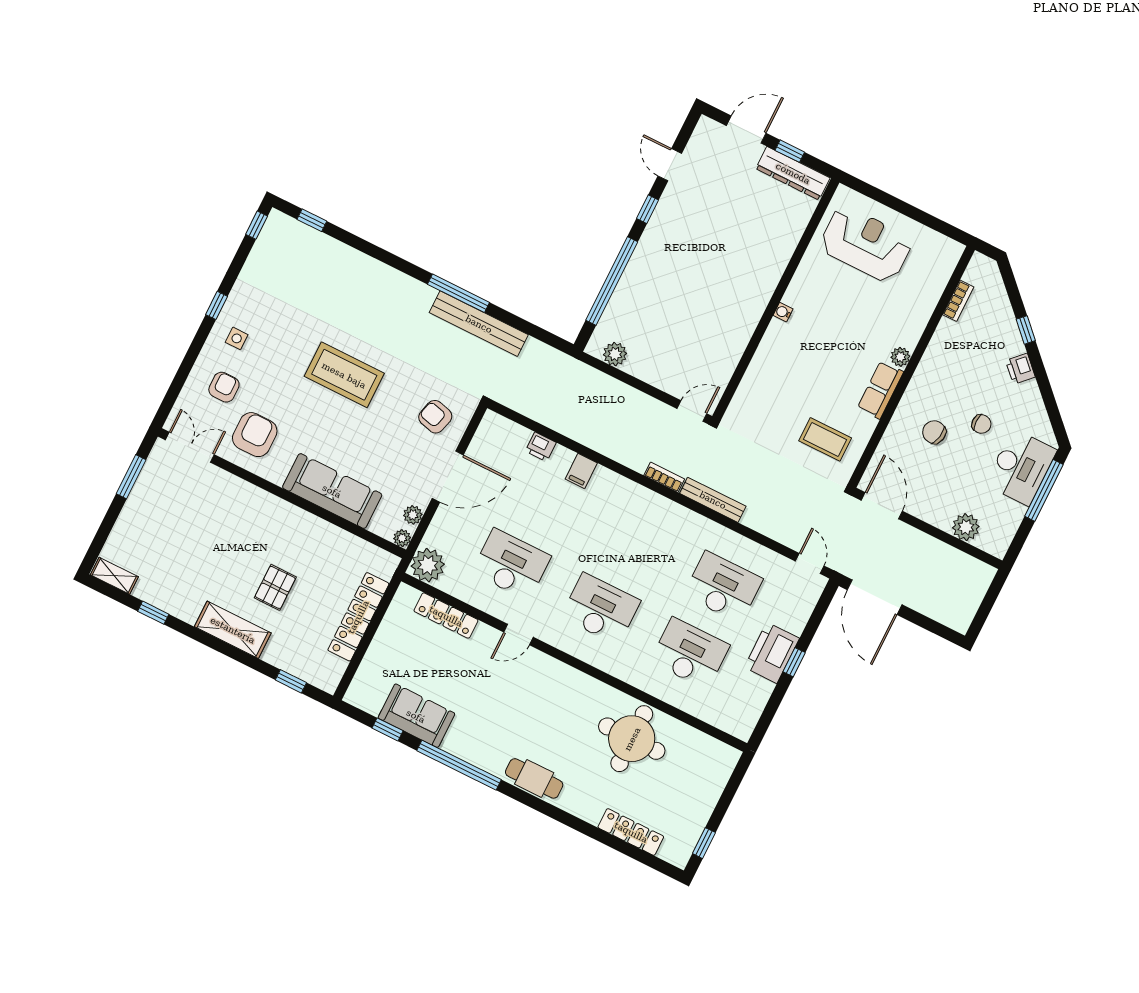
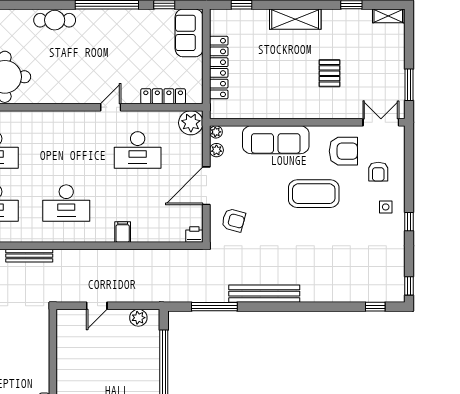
window: (458, 293) -> (214, 307), moved
bench: (479, 324) -> (264, 294), moved
coffee table: (344, 375) -> (314, 194), moved
door: (692, 411) -> (97, 306), moved
armchair: (255, 435) -> (343, 151), turned -90
double door: (190, 447) -> (381, 122), swing flipped
printer: (541, 447) -> (194, 235), moved
bookcase: (664, 477) -> (68, 255), removed
pallet: (275, 587) -> (329, 73), moved
desk: (601, 609) -> (66, 203), moved
sofa: (416, 716) -> (189, 33), moved, turned 90

